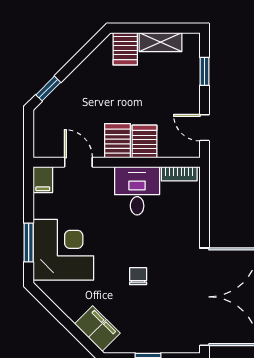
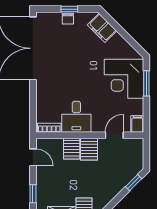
door: (78, 162) -> (114, 135), swing flipped
chair: (138, 276) -> (68, 19), moved

